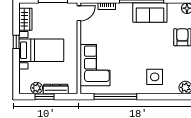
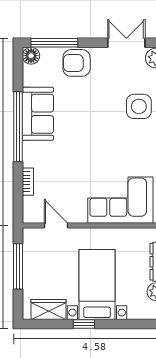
door: (79, 13) -> (56, 225), moved

